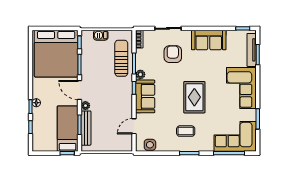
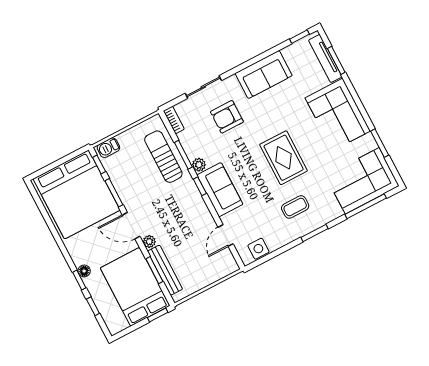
barbecue: (101, 35) -> (108, 148), moved
armchair: (173, 54) -> (227, 117), turned -90
bed: (68, 129) -> (135, 287), width x1.50

